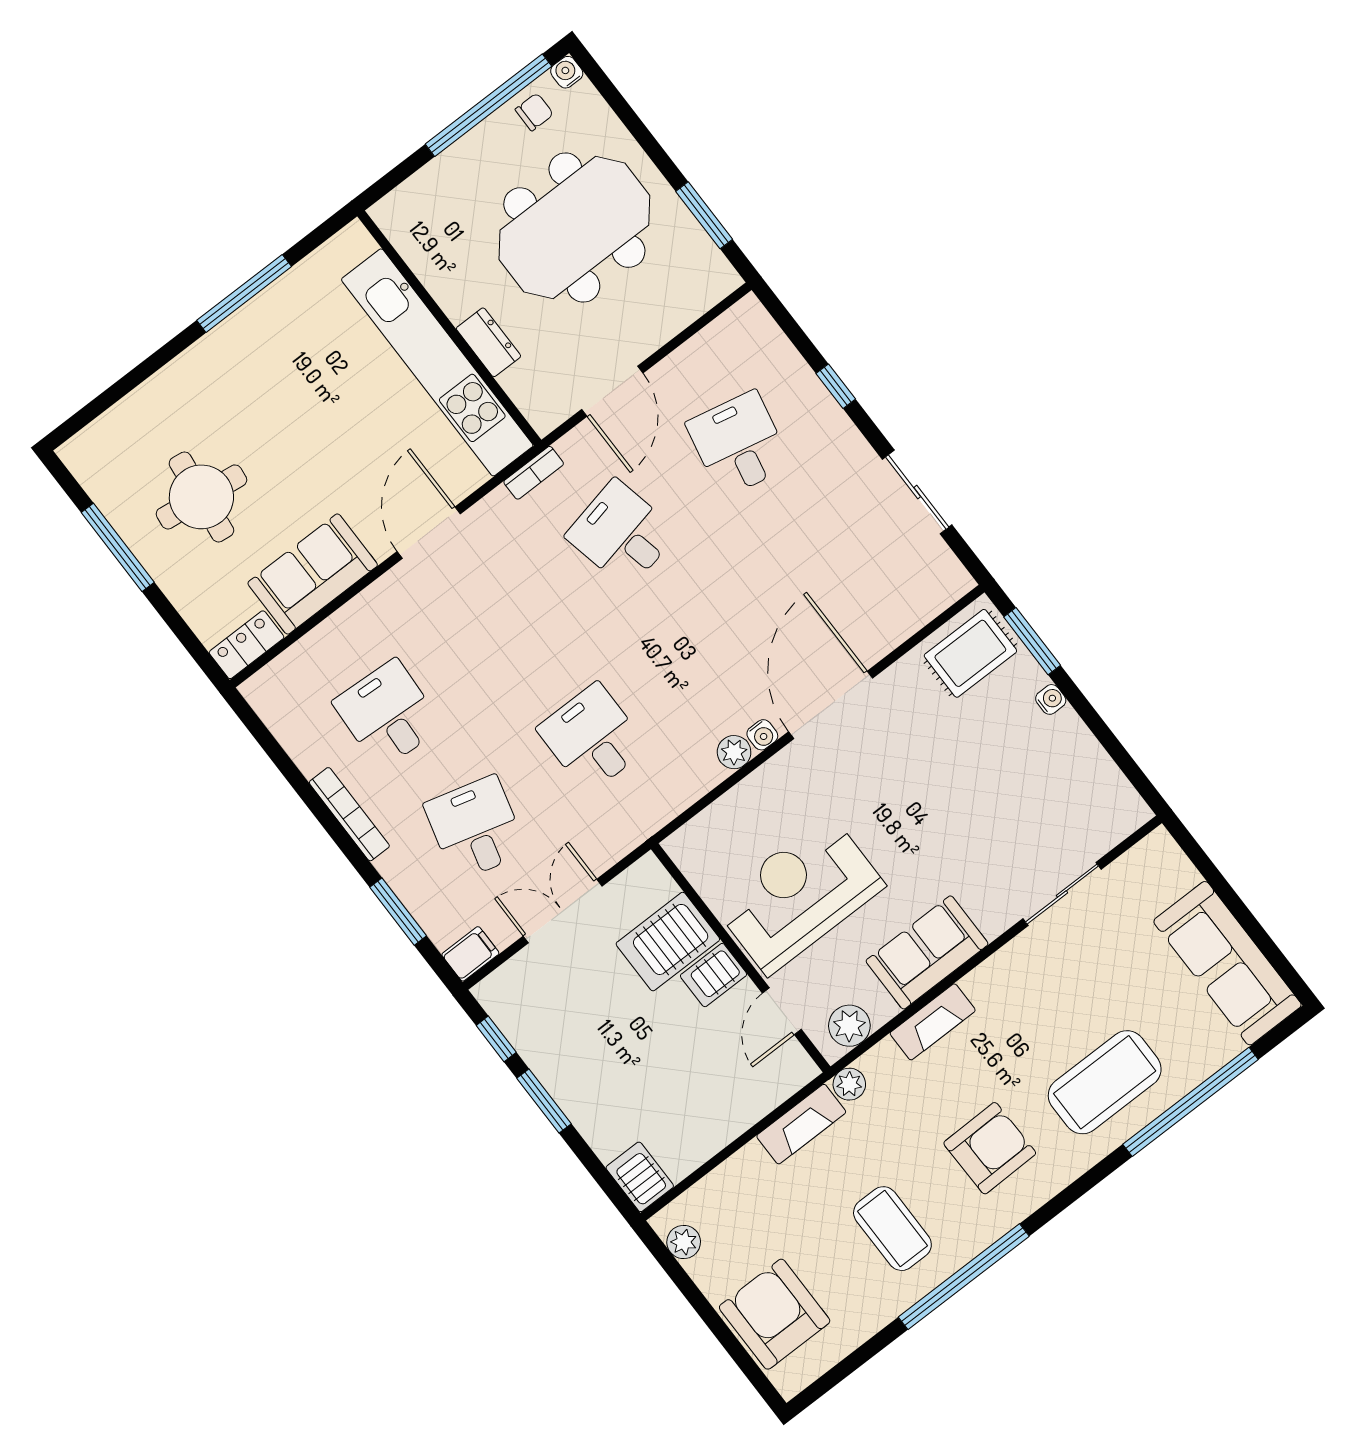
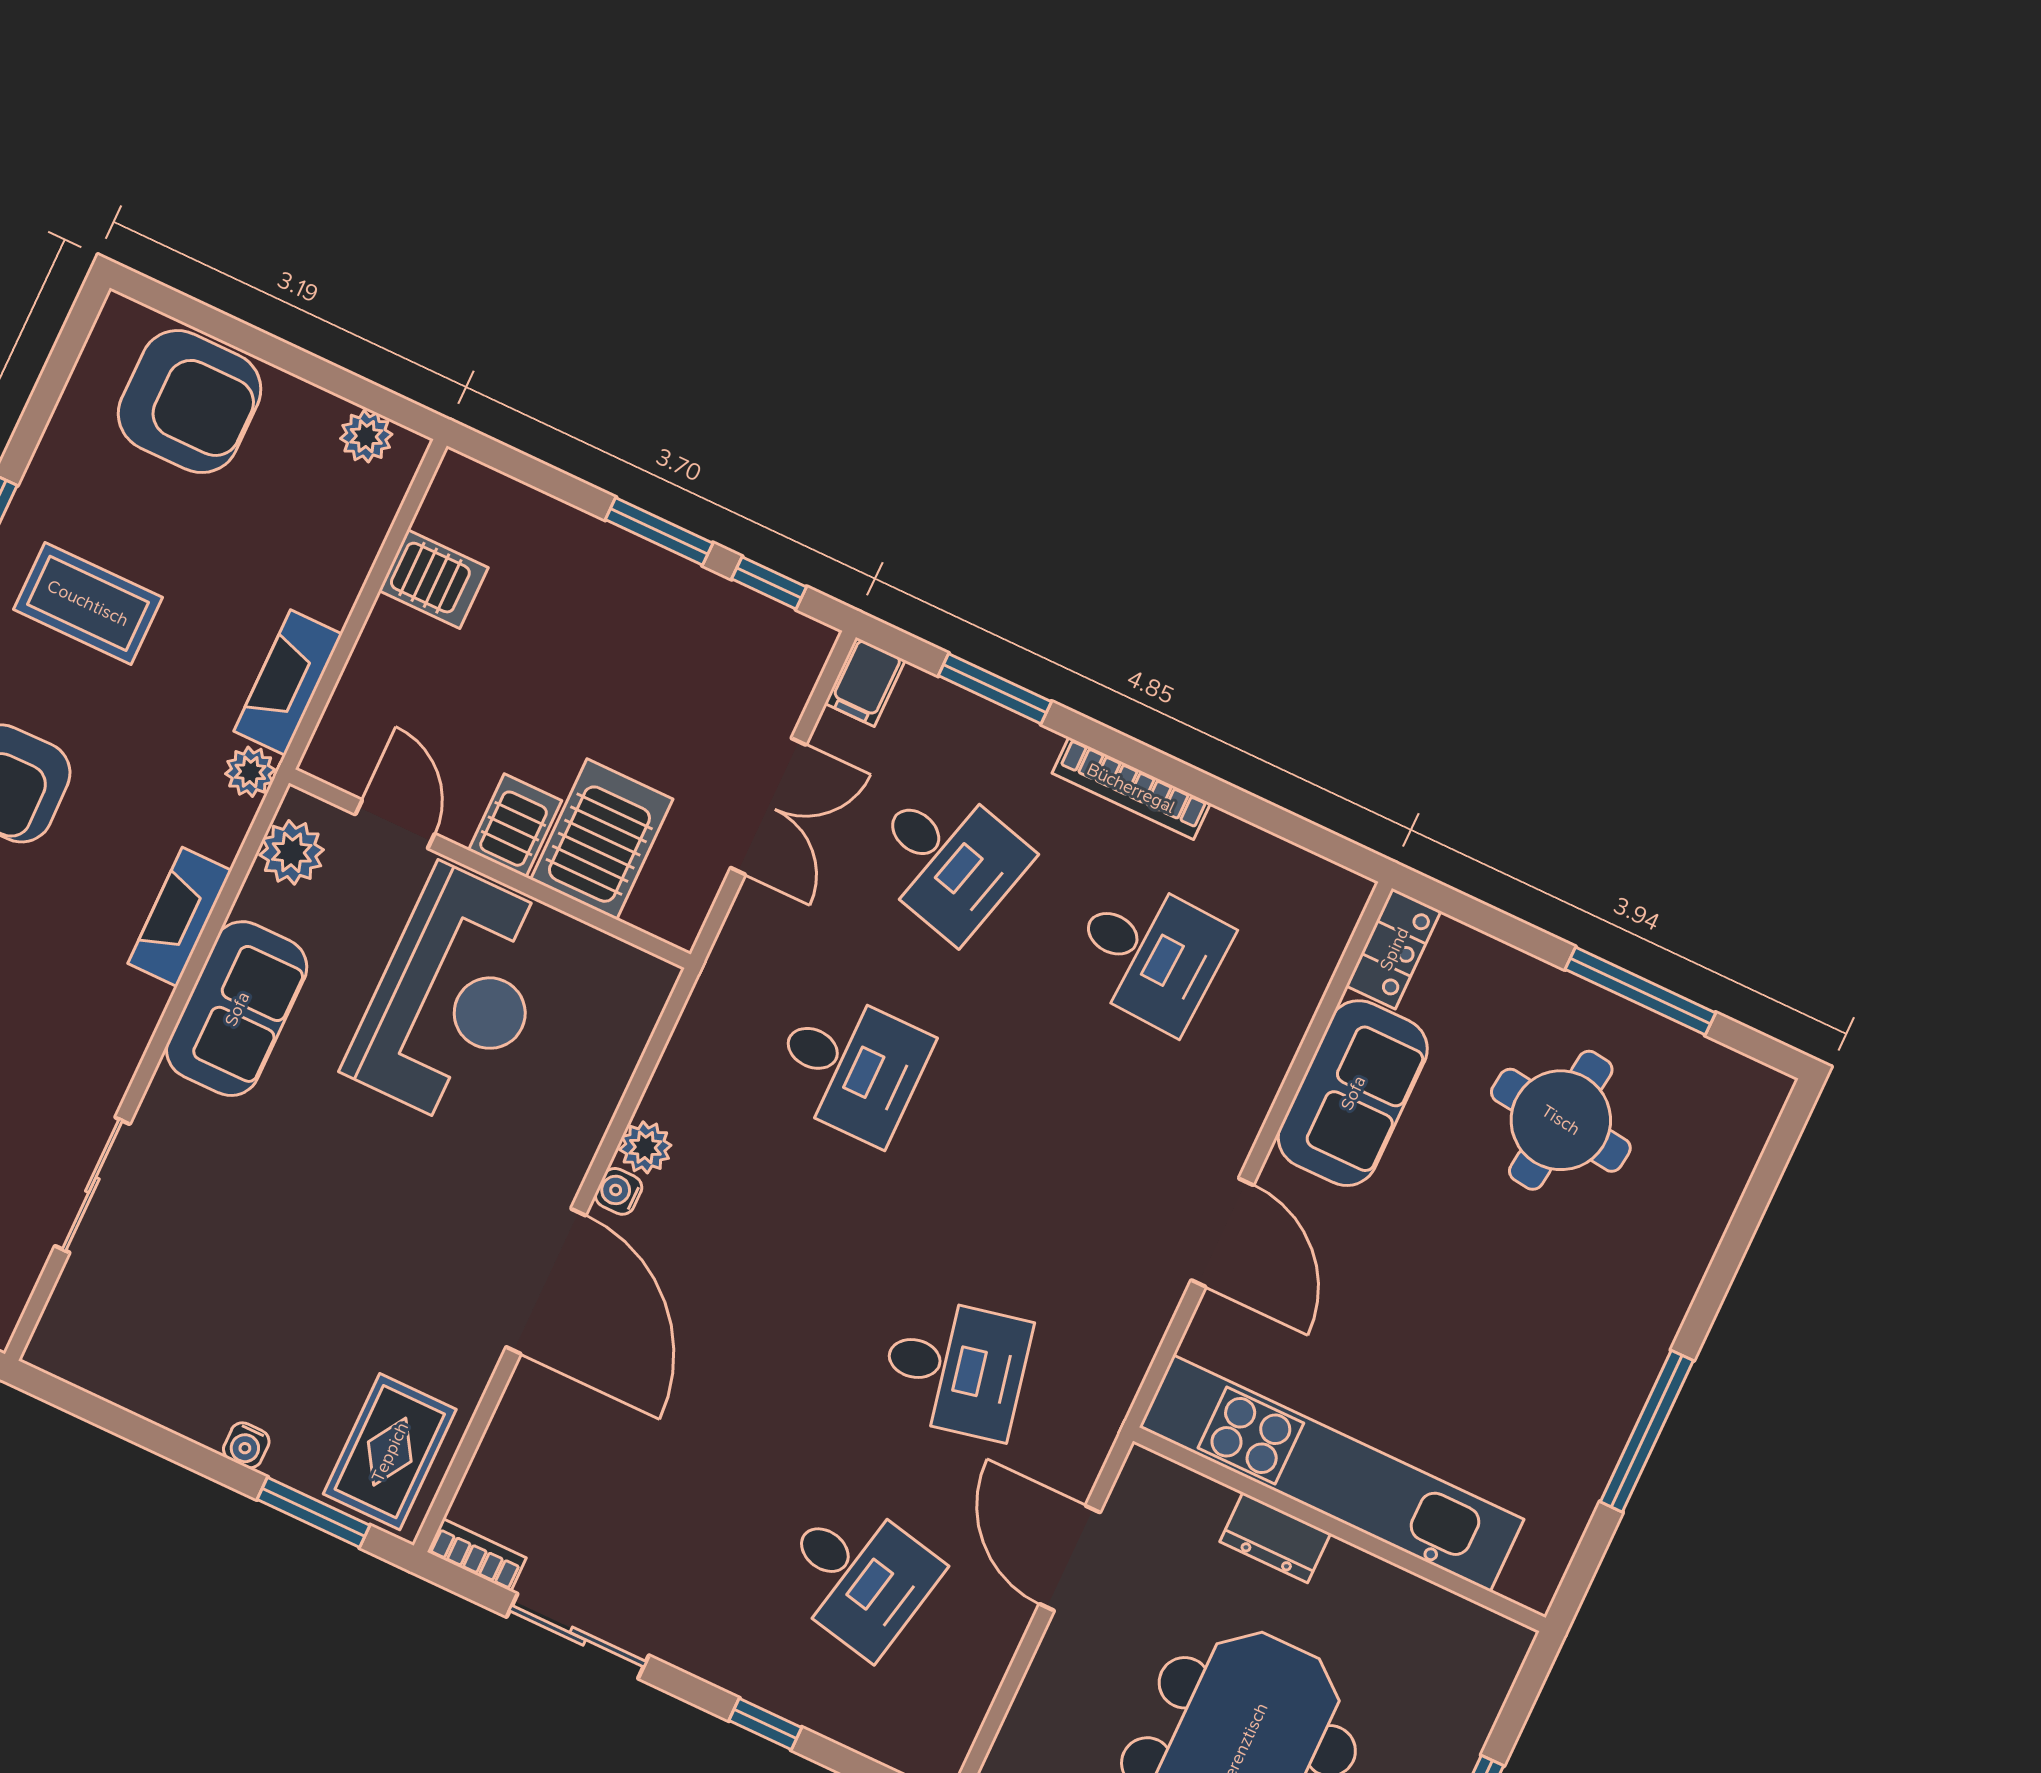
bookcase: (534, 473) -> (477, 1555), moved, turned 90
server rack: (640, 1177) -> (434, 579), moved

